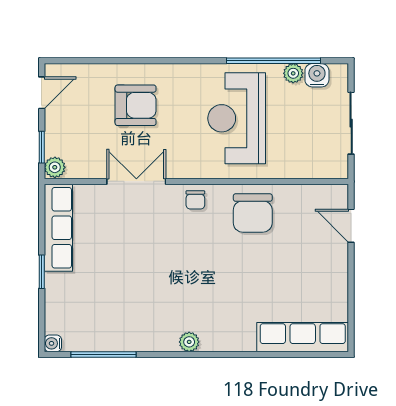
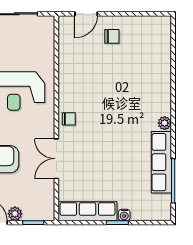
plant: (55, 167) -> (15, 214), moved
chair: (253, 213) -> (112, 36), moved, width x0.54, depth x0.54
row of seats: (303, 337) -> (161, 162), moved
water cooler: (53, 343) -> (124, 215), moved

